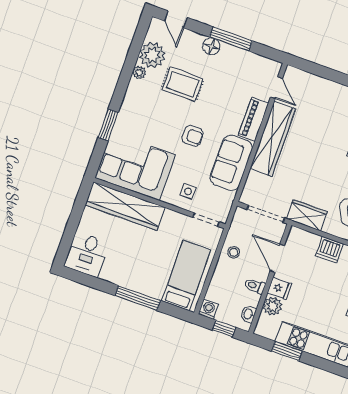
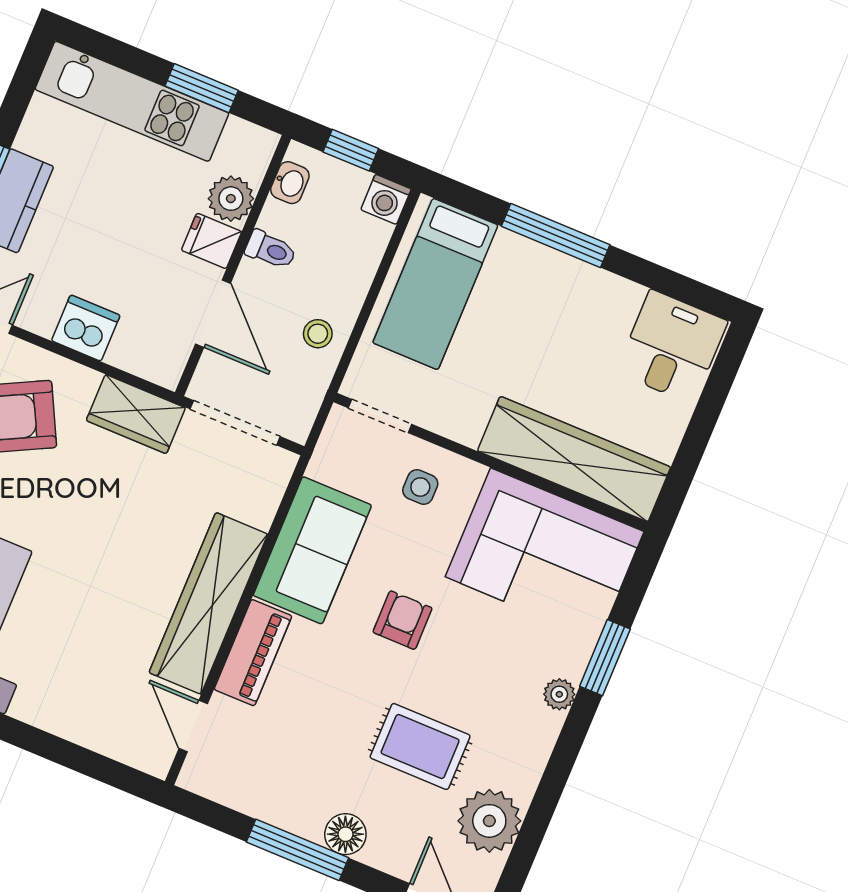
plant: (139, 72) -> (559, 694), moved
armchair: (192, 136) -> (403, 620), turned 90

